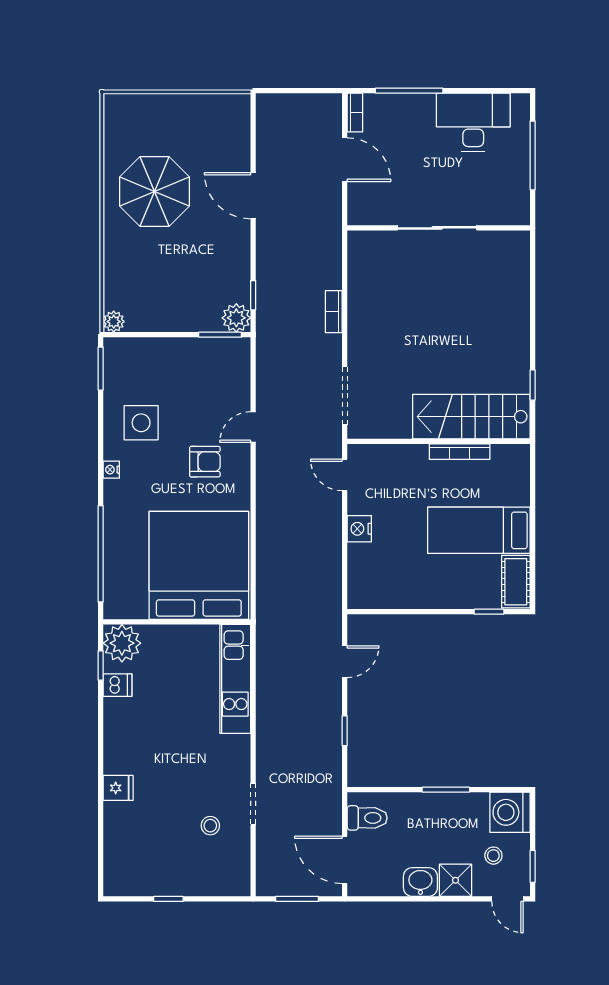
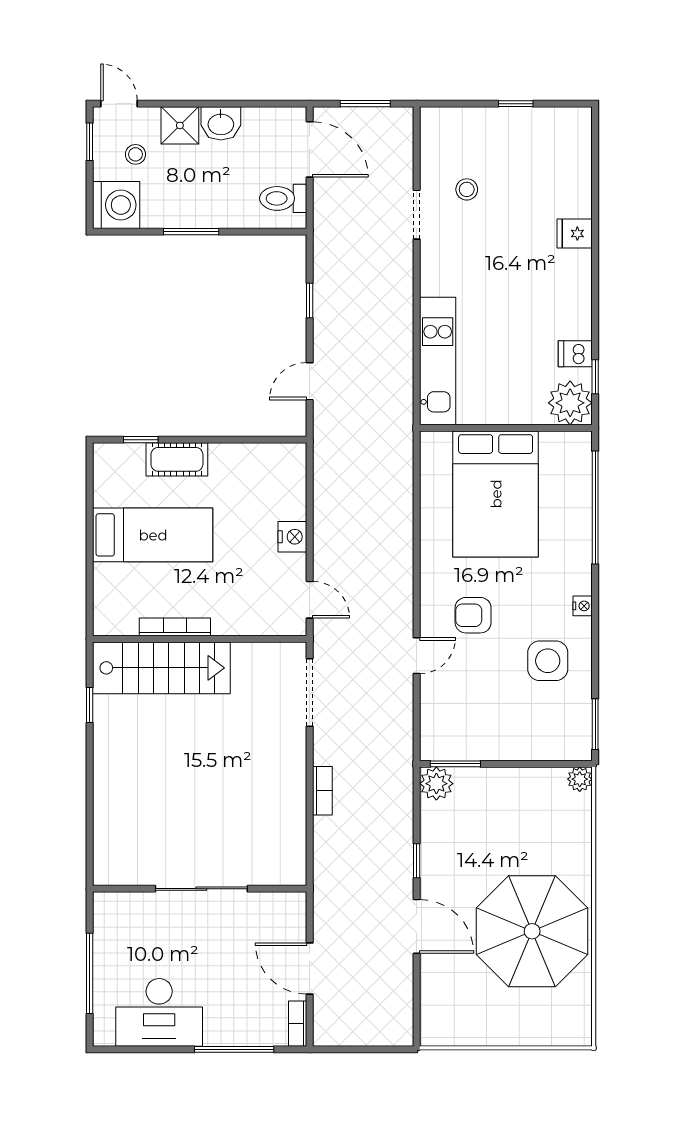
parasol: (154, 192) -> (532, 931), width x1.36, depth x1.36
window: (253, 295) -> (417, 861), moved
bed: (199, 565) -> (496, 494), width x0.73
cot: (516, 582) -> (177, 459), moved, turned 90

